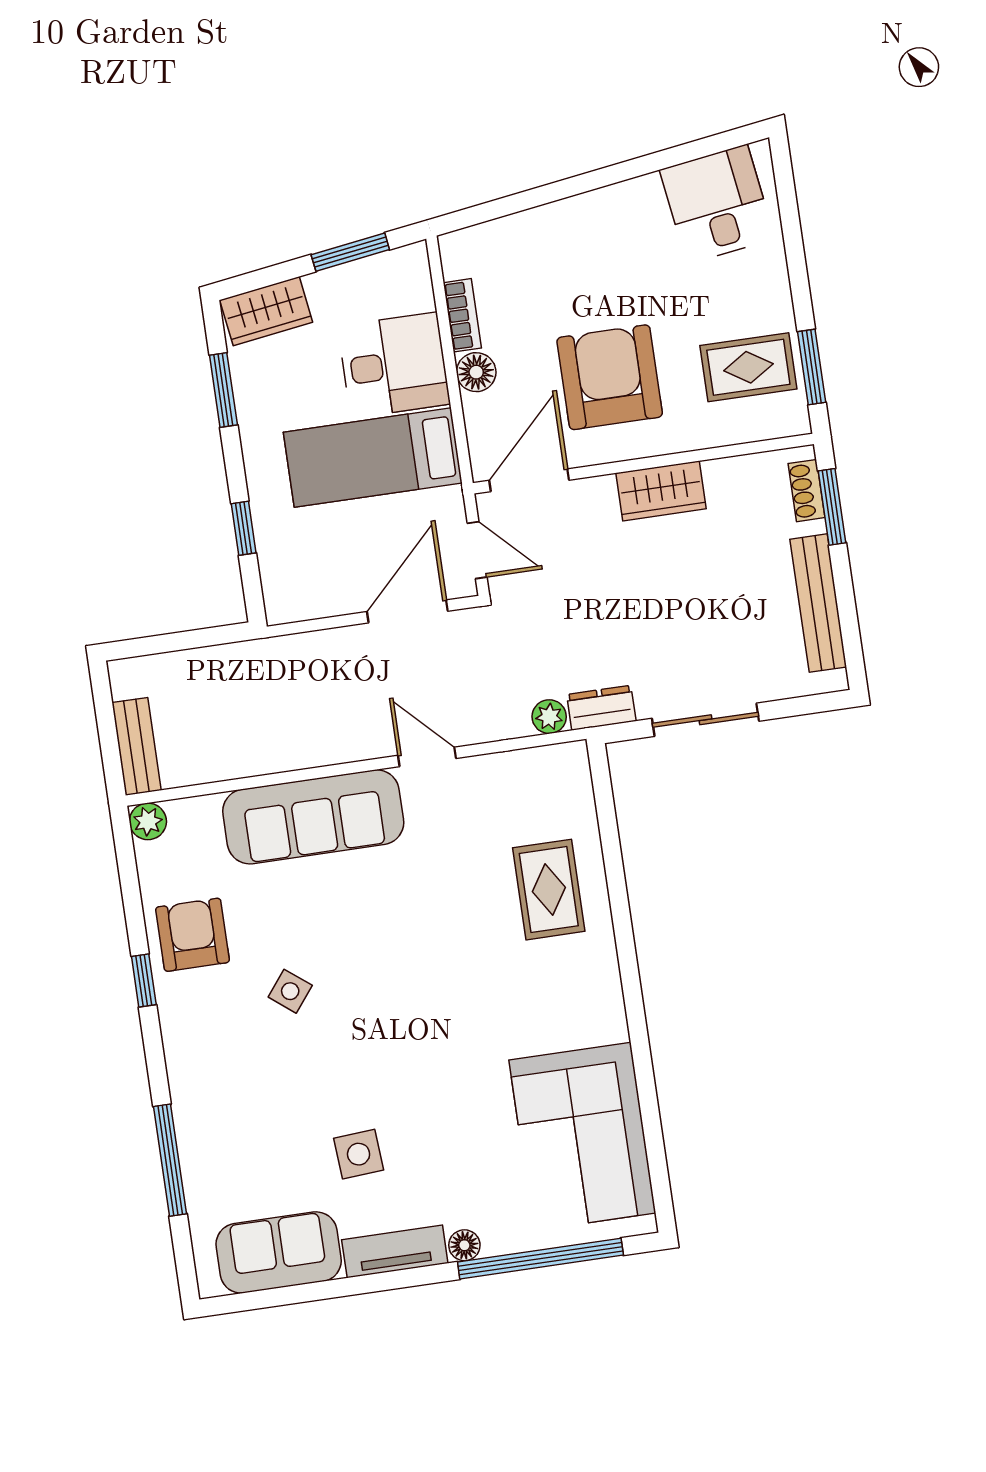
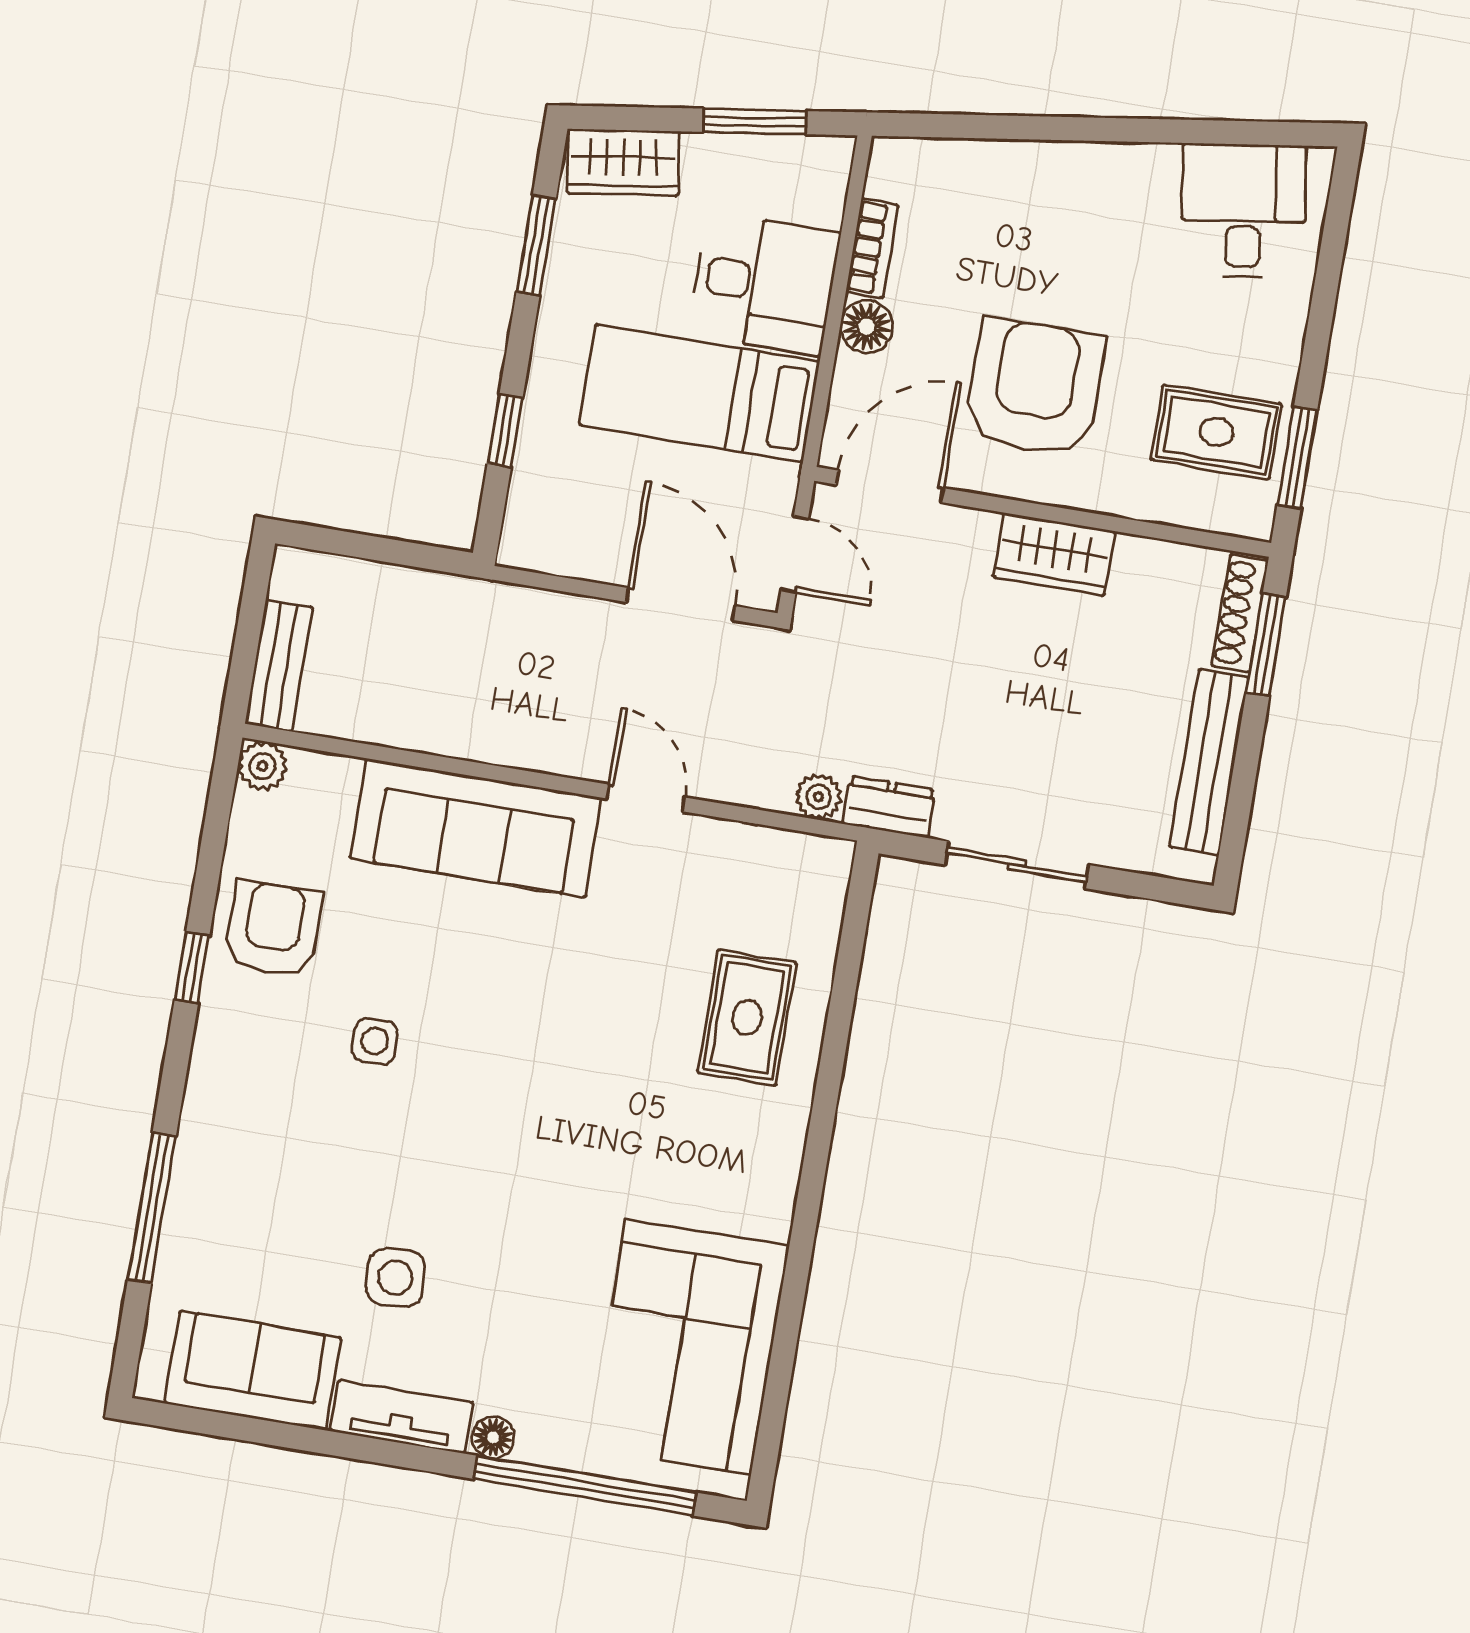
shoe rack: (806, 491) -> (1240, 613), width x1.43
door: (407, 611) -> (680, 604), hinge flipped
side table: (290, 991) -> (375, 1041), turned -38

